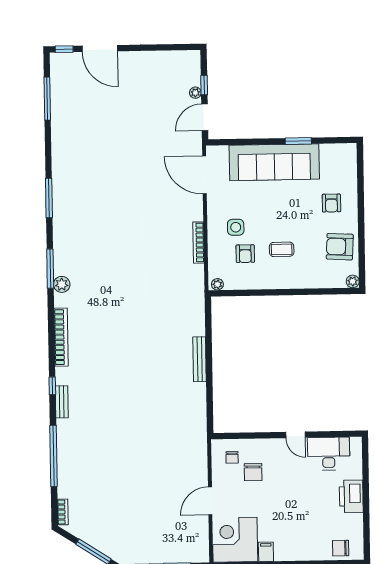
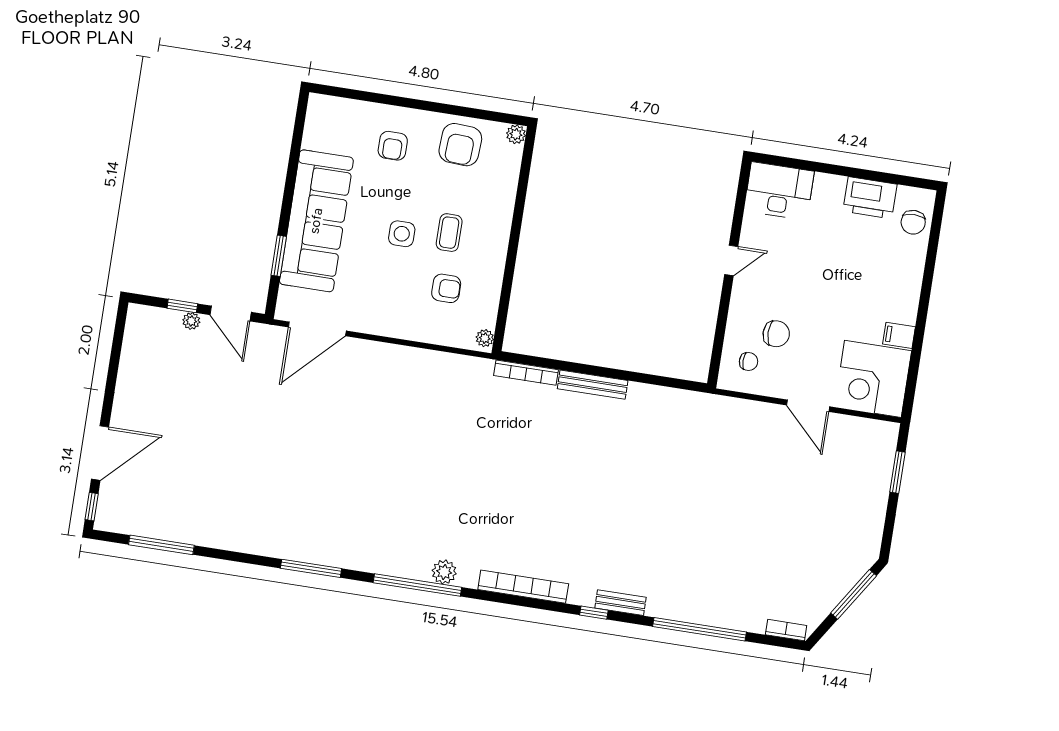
window: (298, 141) -> (279, 256), moved
armchair: (331, 203) -> (393, 146), turned 90
side table: (236, 227) -> (402, 234), moved
bookcase: (198, 243) -> (526, 373), moved
window: (50, 269) -> (417, 585), width x1.46
desk: (329, 454) -> (779, 191), moved, turned 90
printer: (351, 496) -> (870, 198), moved

